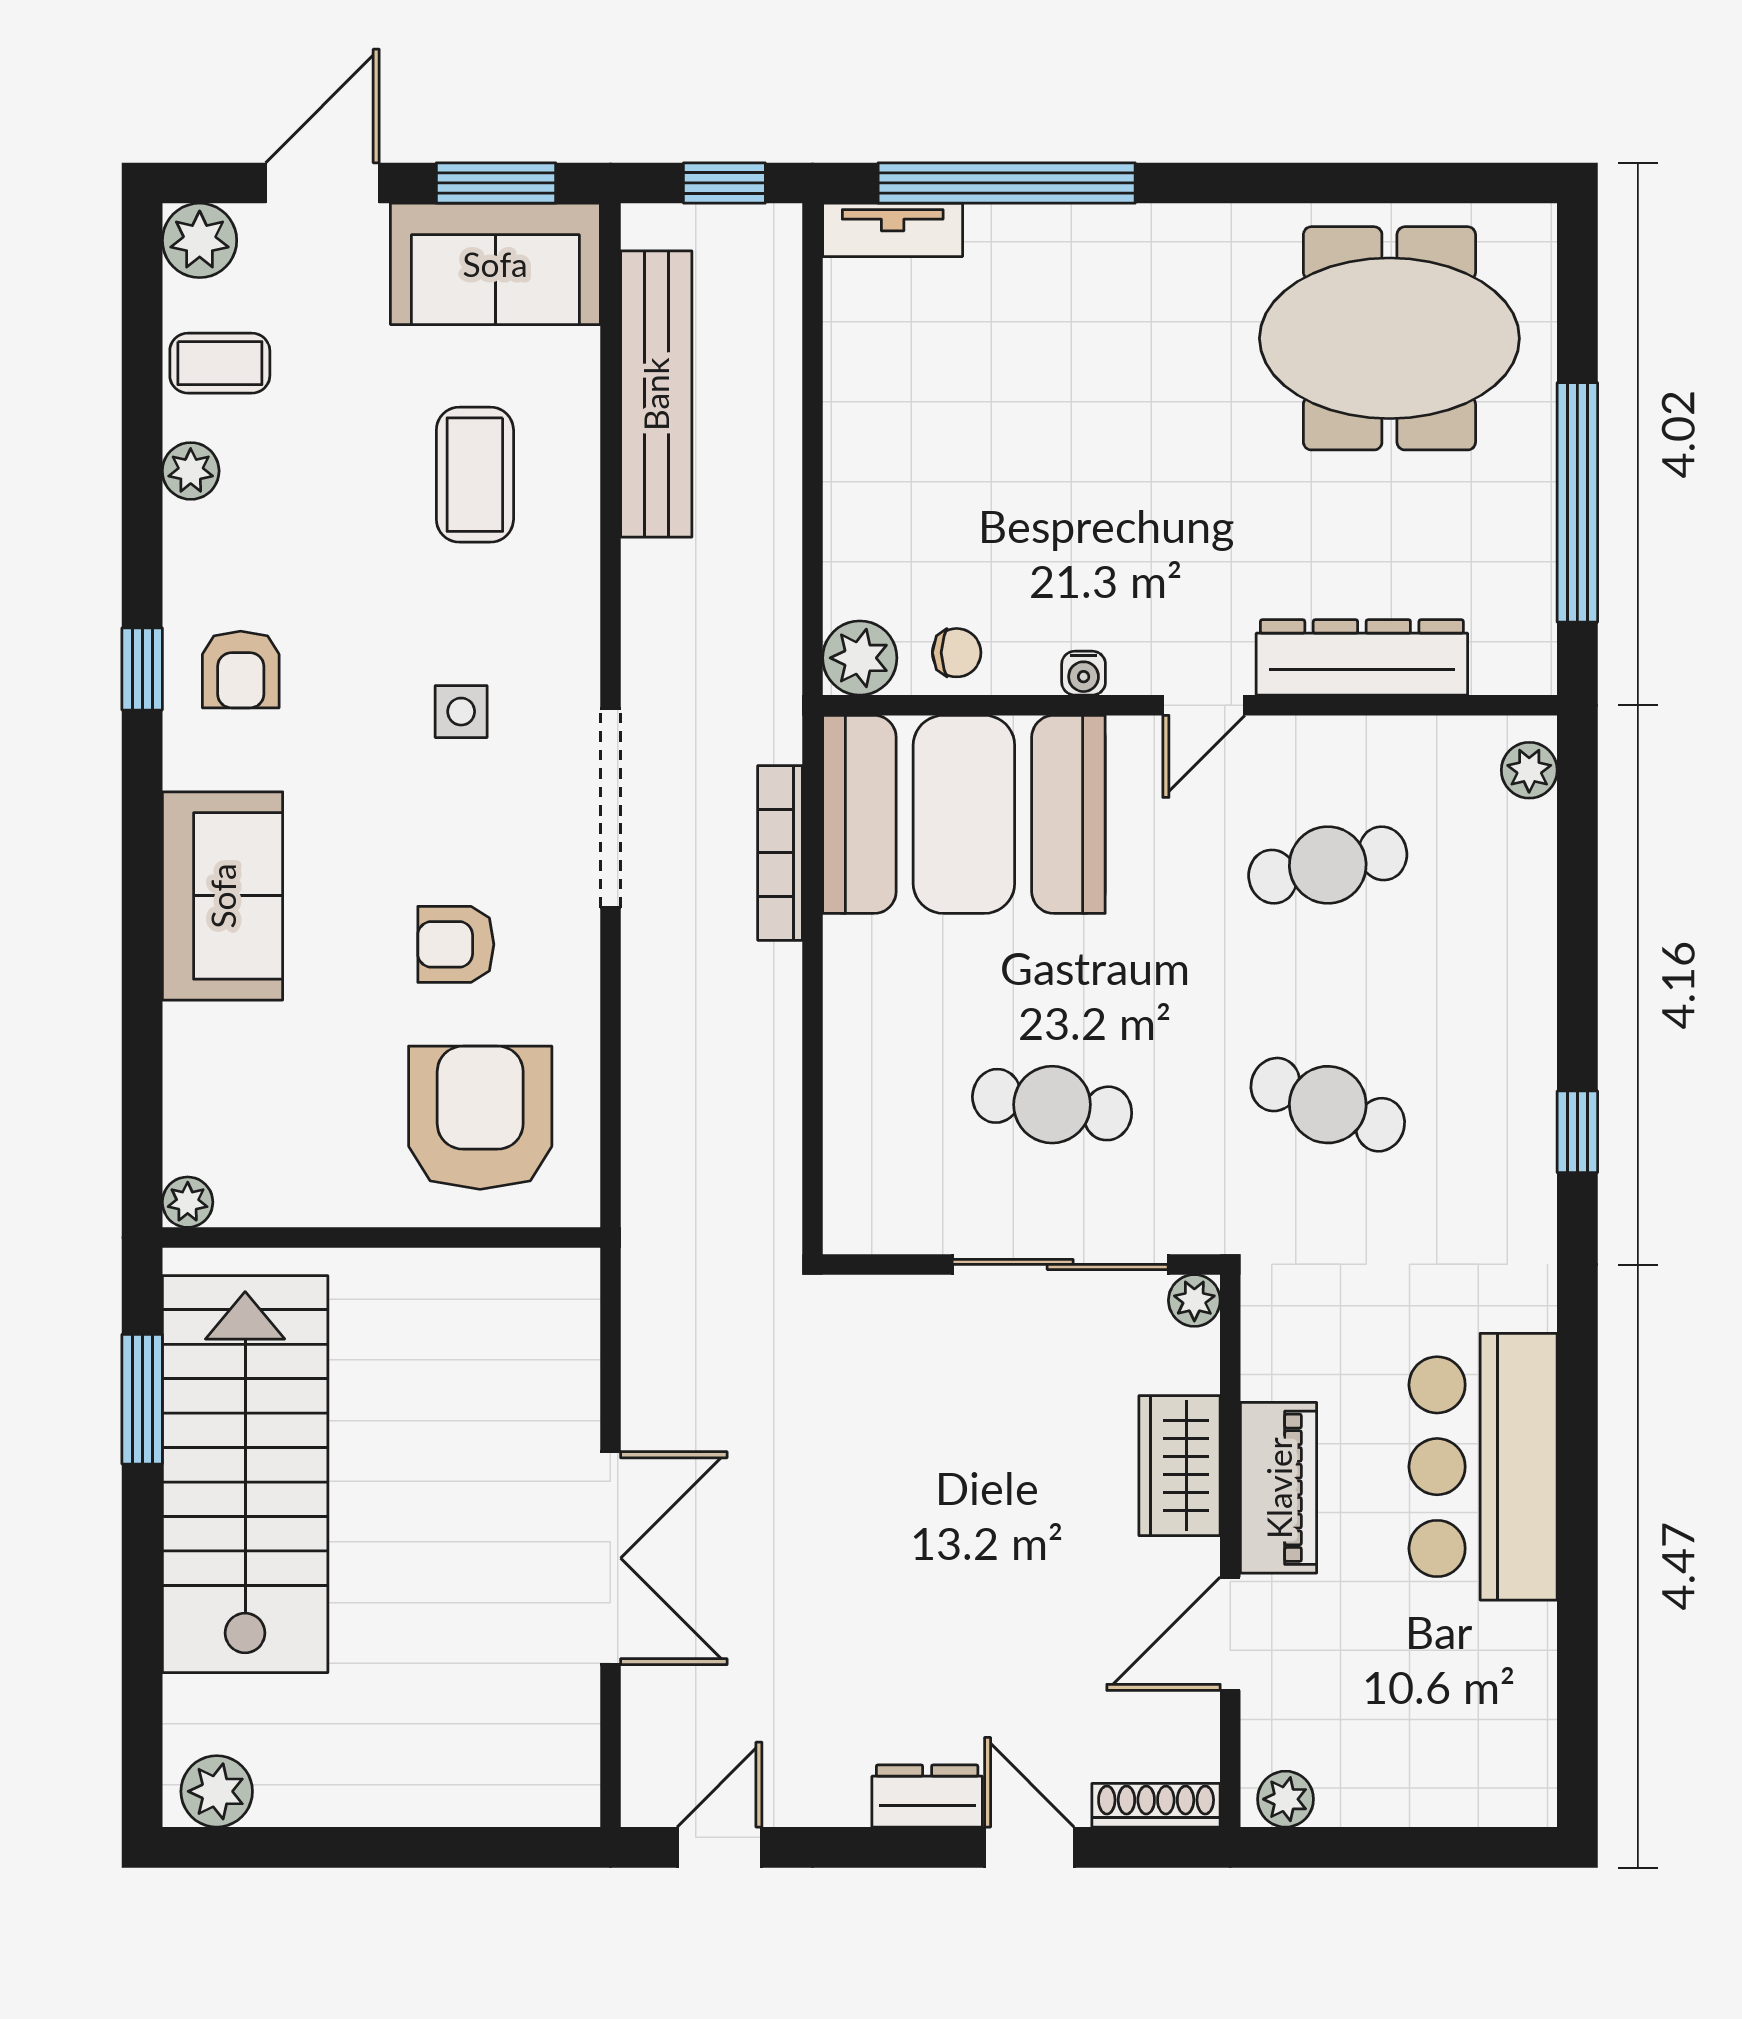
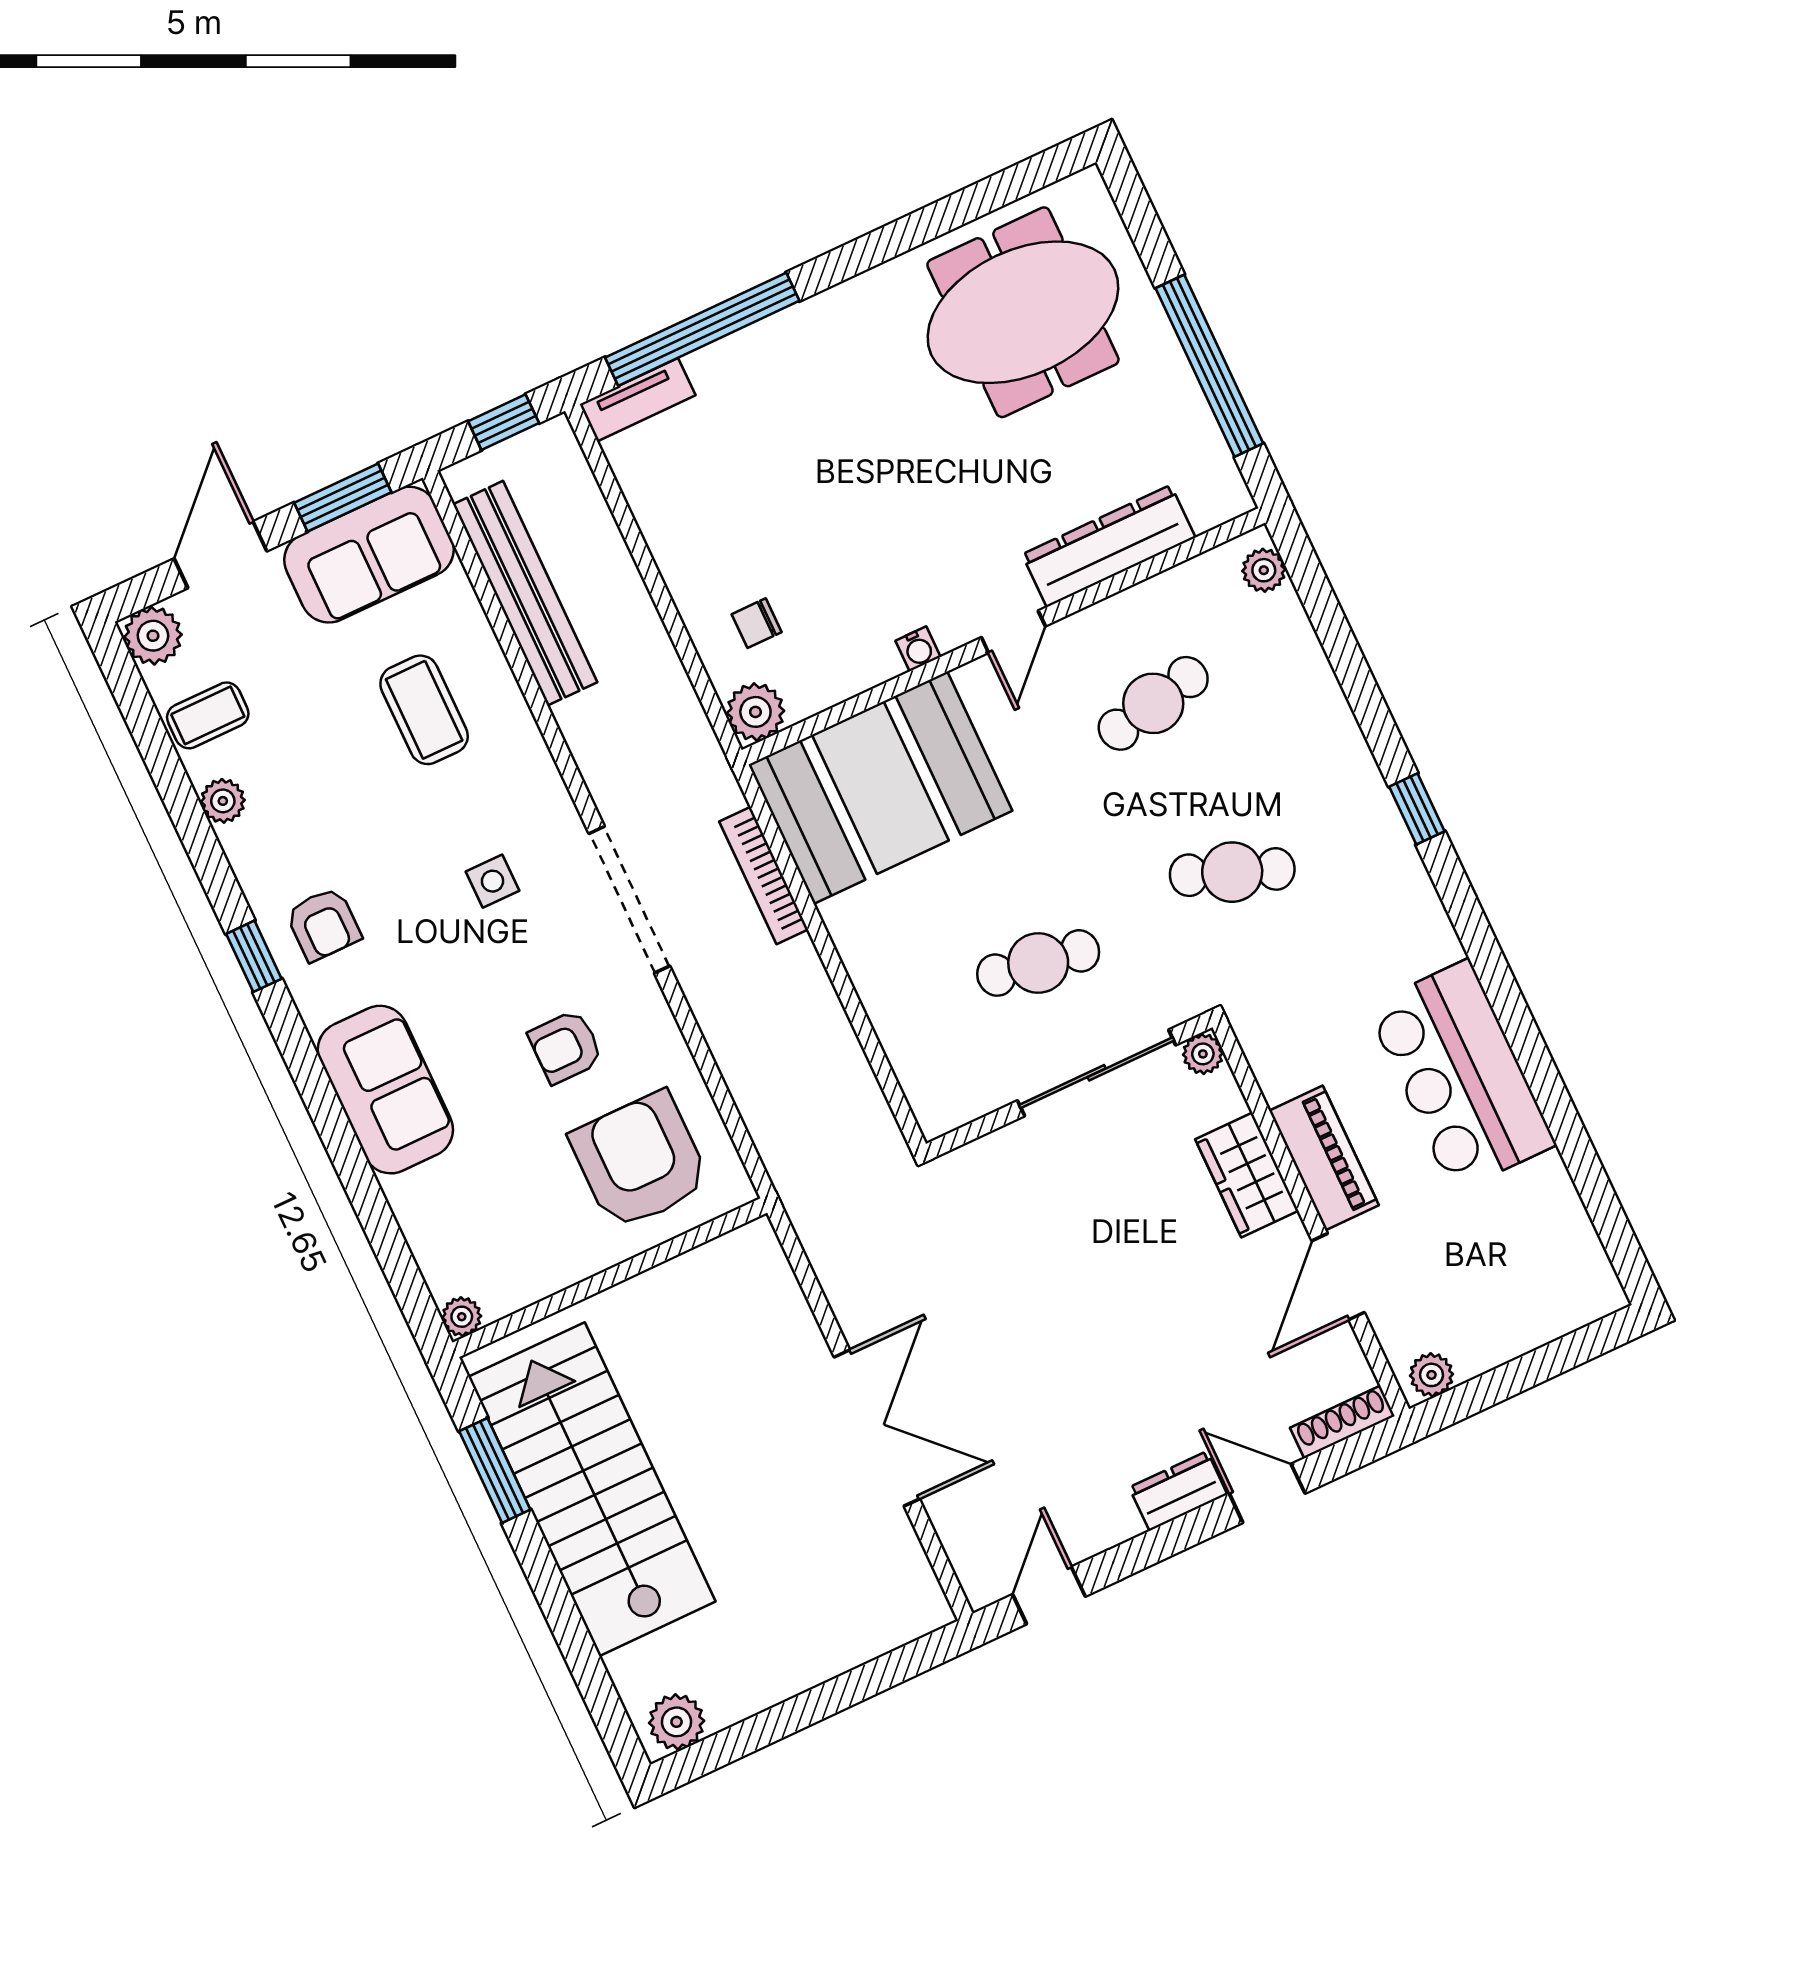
chair: (957, 653) -> (757, 623), moved, turned 180

